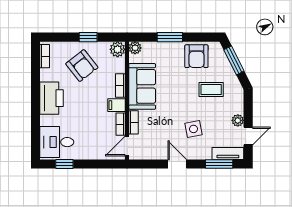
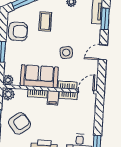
side table: (193, 129) -> (66, 53), moved
door: (127, 146) -> (86, 92), swing flipped

